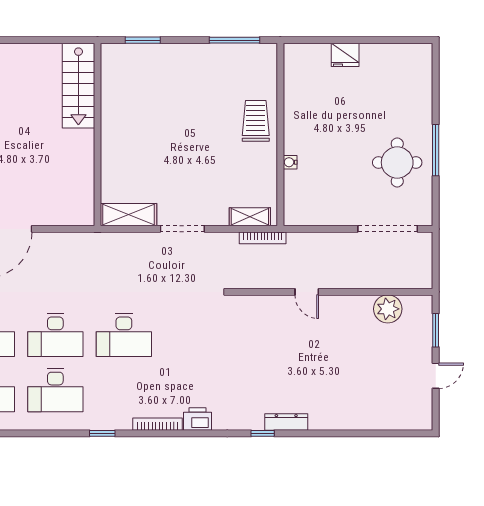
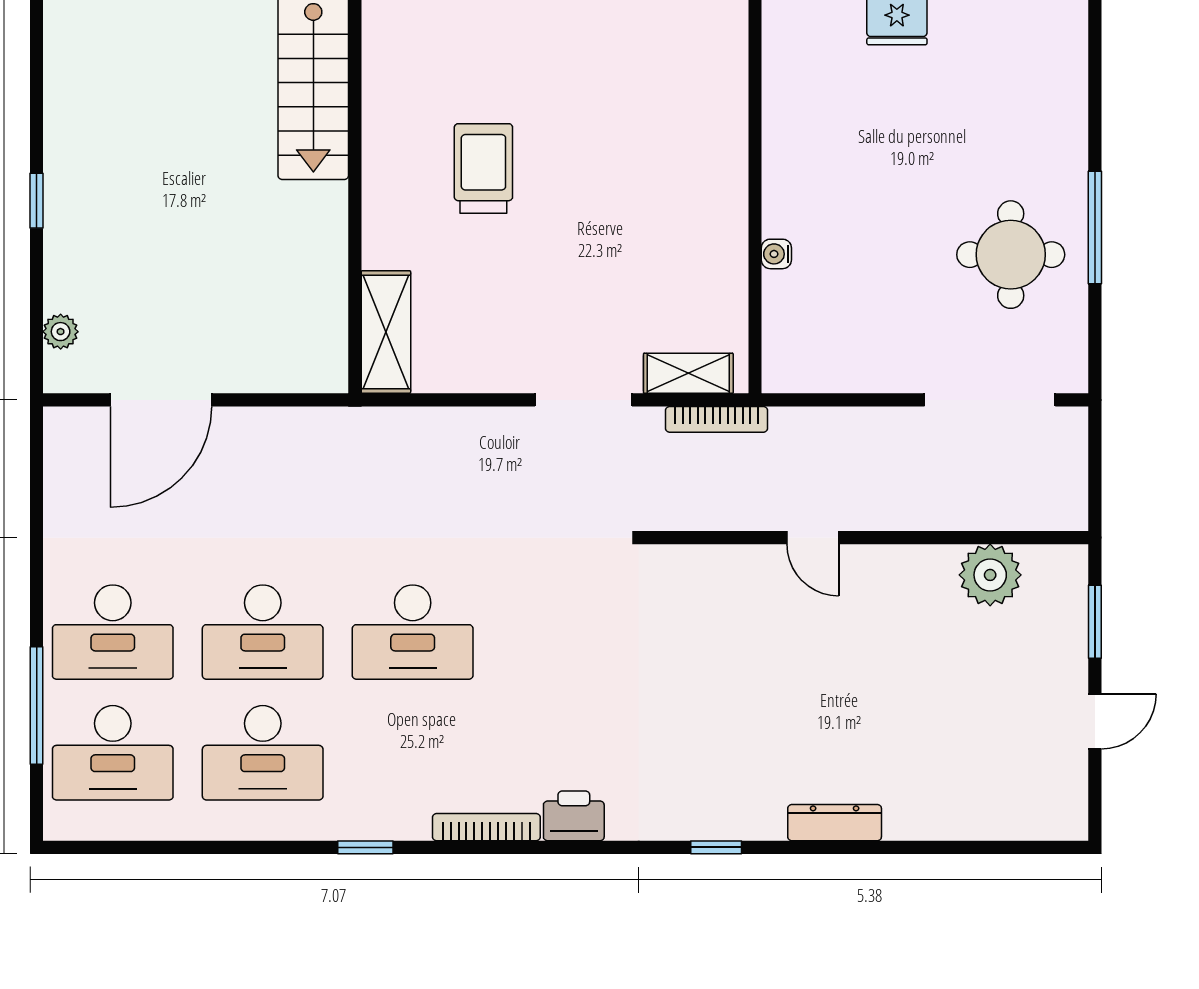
trolley: (256, 121) -> (483, 168), moved
shelving: (129, 215) -> (386, 332), moved, turned 90
doorway: (182, 229) -> (583, 400), moved
dresser: (286, 422) -> (835, 823), moved

